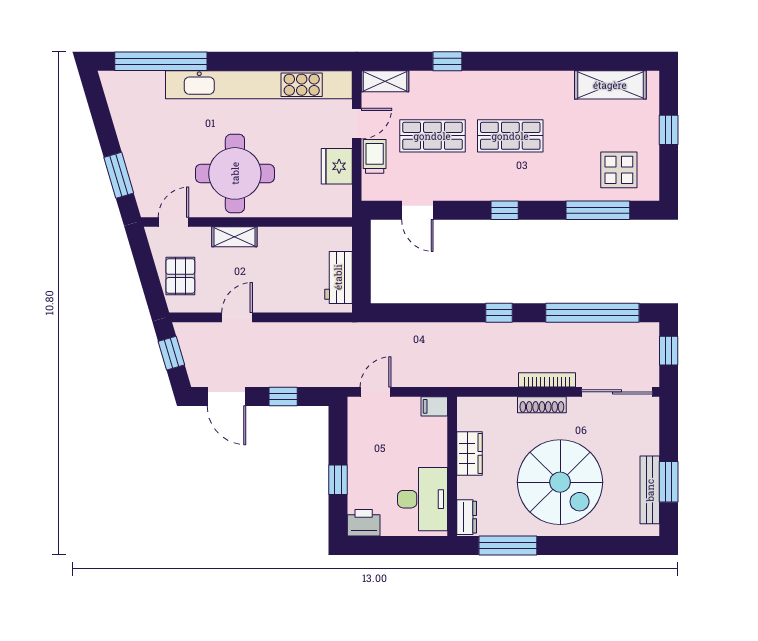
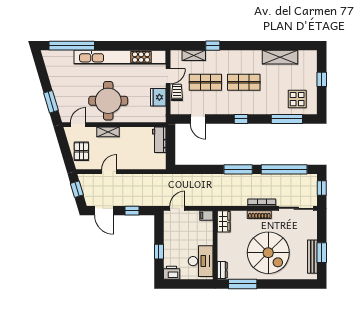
shelving: (385, 81) -> (194, 55), moved
shelving: (610, 85) -> (280, 57), moved
workbench: (338, 277) -> (159, 140), moved
window: (499, 313) -> (238, 169), width x2.17
wardrobe: (469, 453) -> (224, 221), moved

